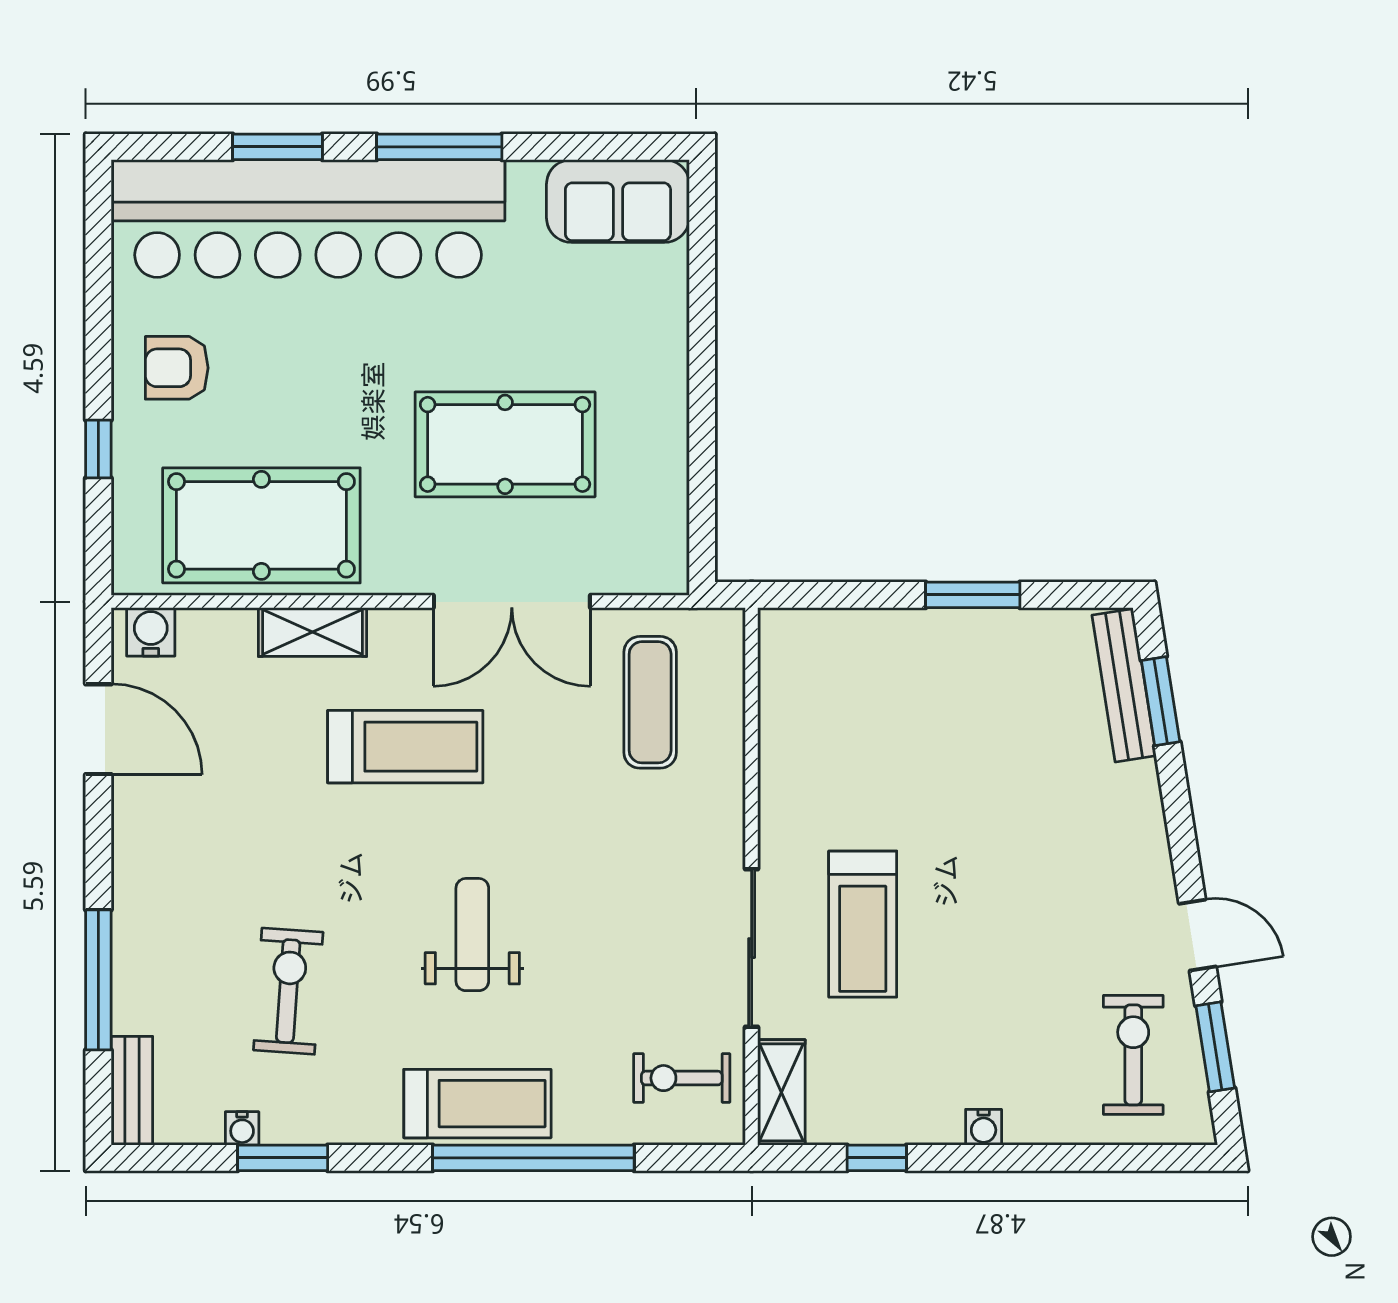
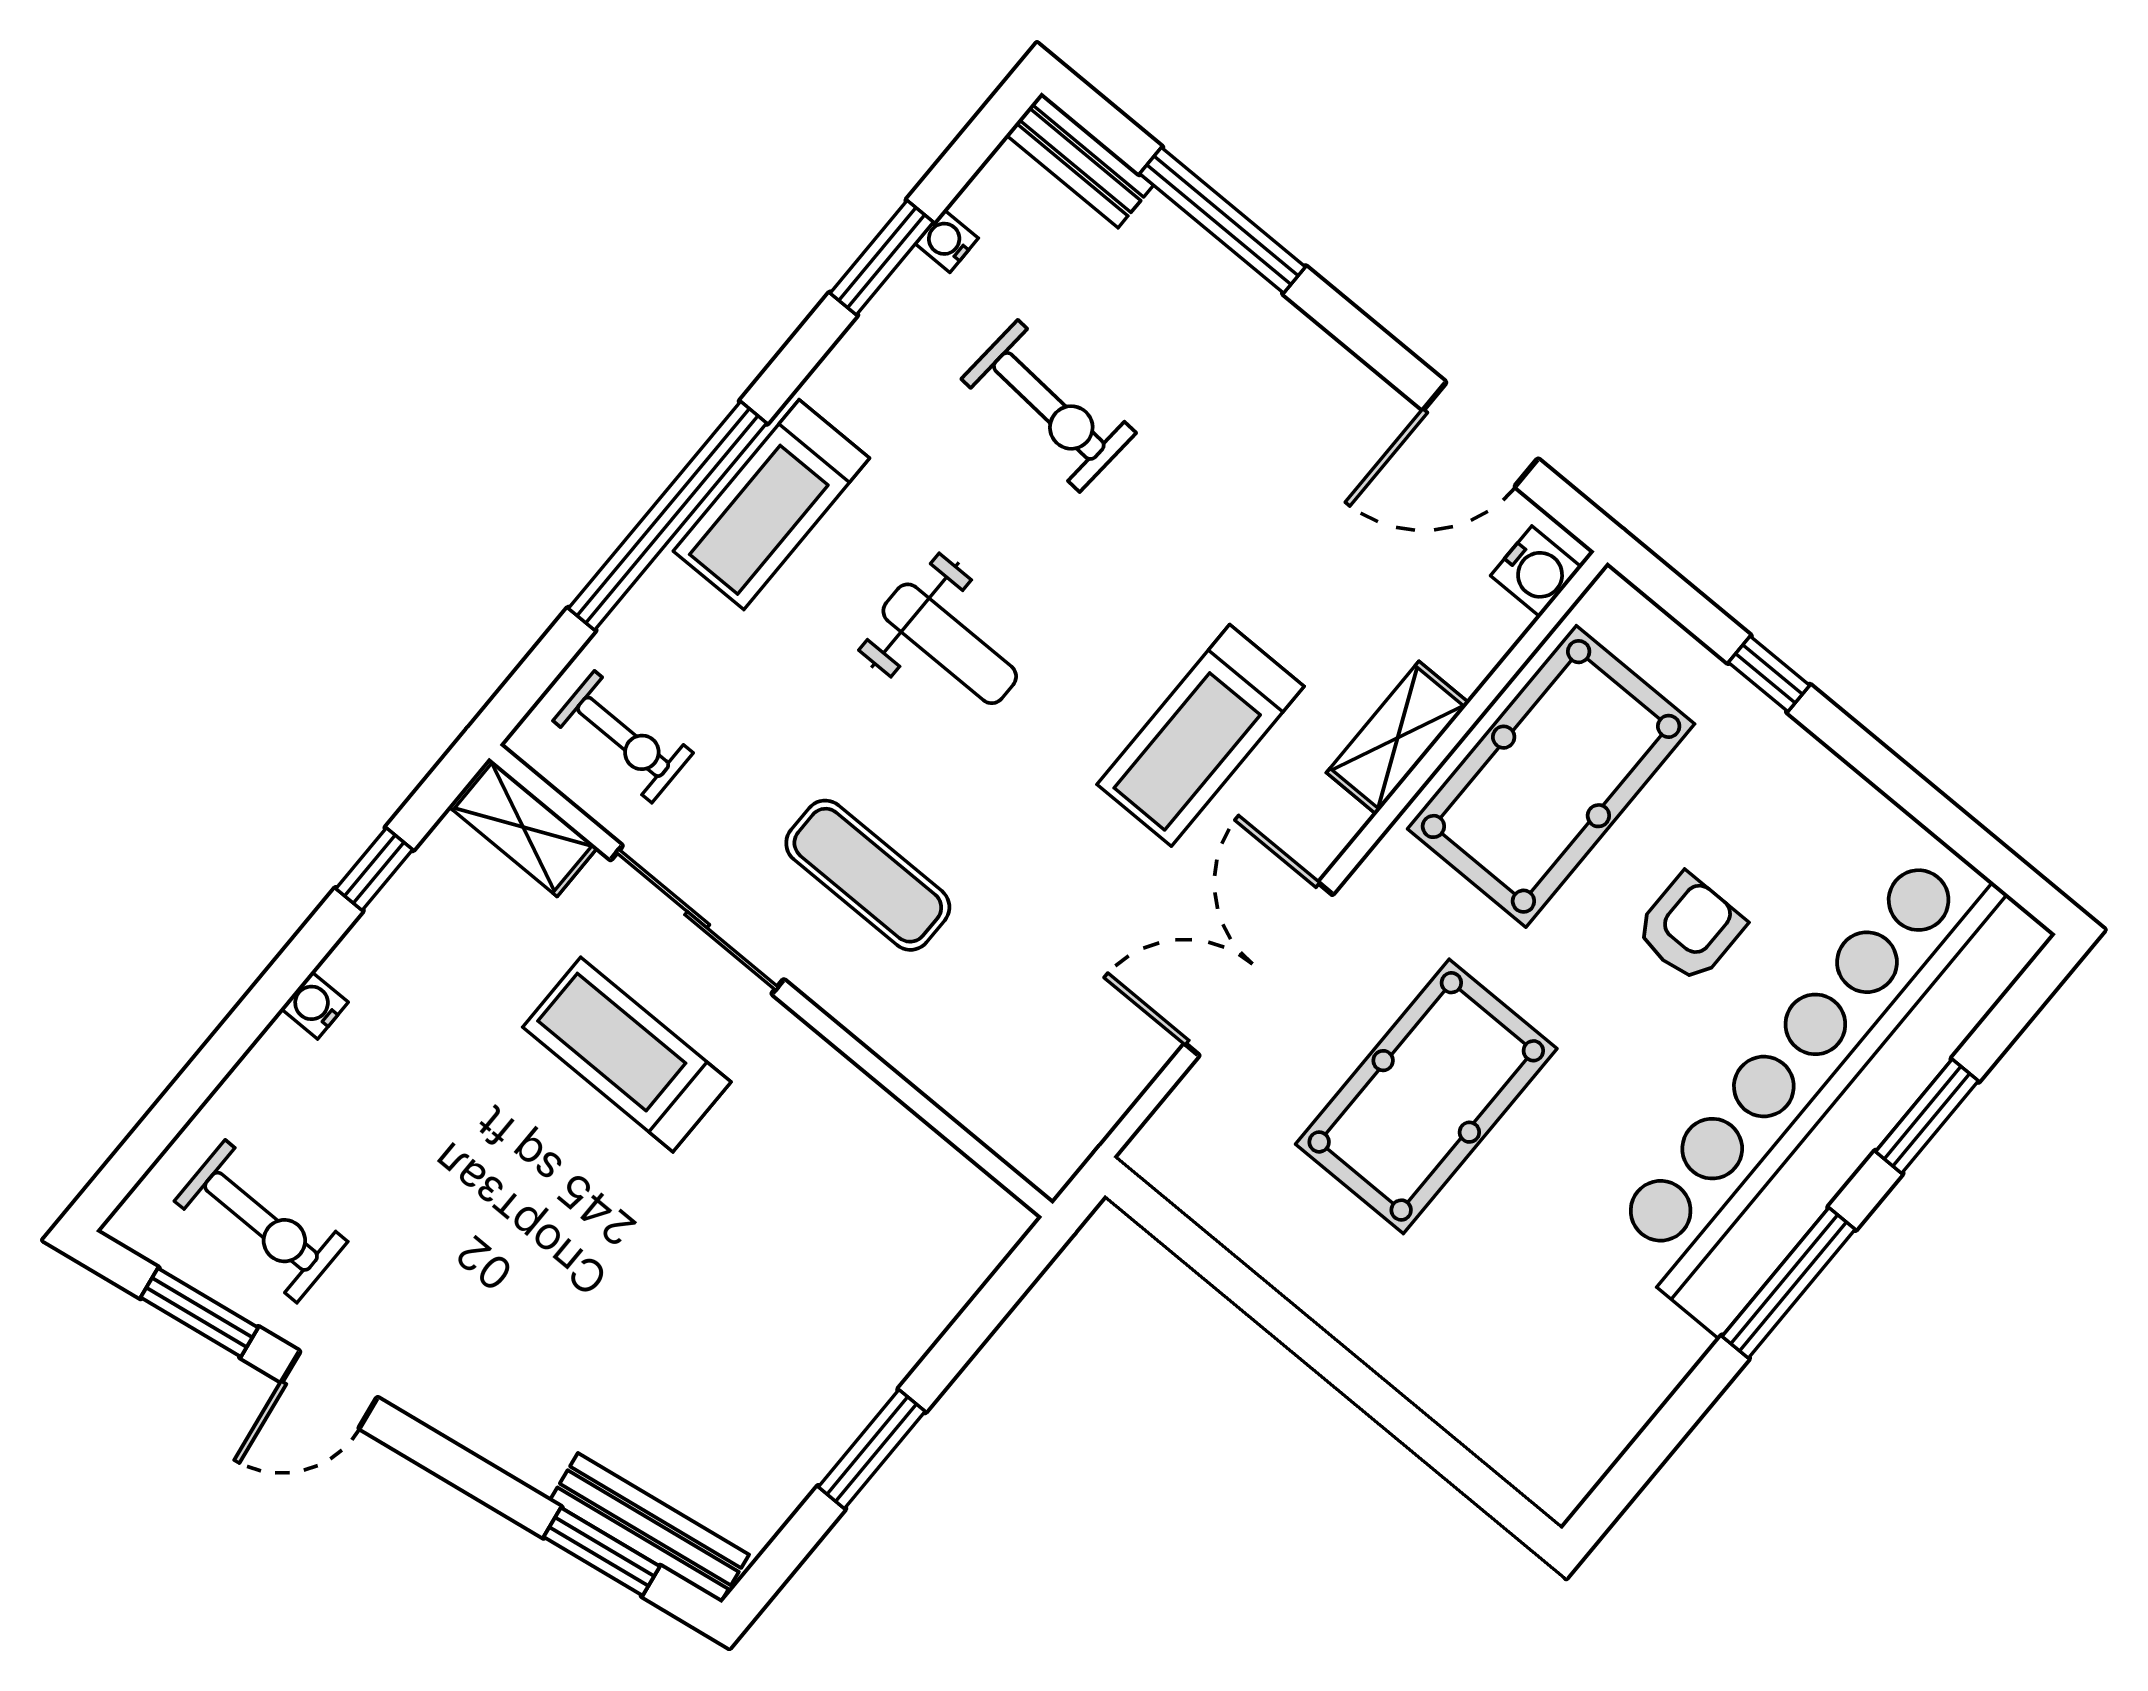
sofa: (618, 201) -> (1580, 1421), removed
armchair: (177, 368) -> (1690, 928), moved
exercise mat: (650, 702) -> (868, 875), moved
exercise bike: (682, 1078) -> (623, 737), turned 90

